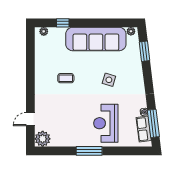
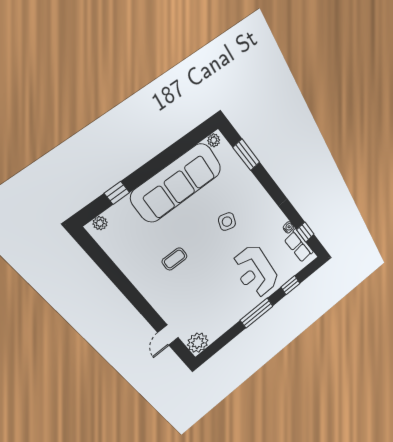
window: (153, 123) -> (305, 232), width x0.46
window: (122, 151) -> (290, 285), added

